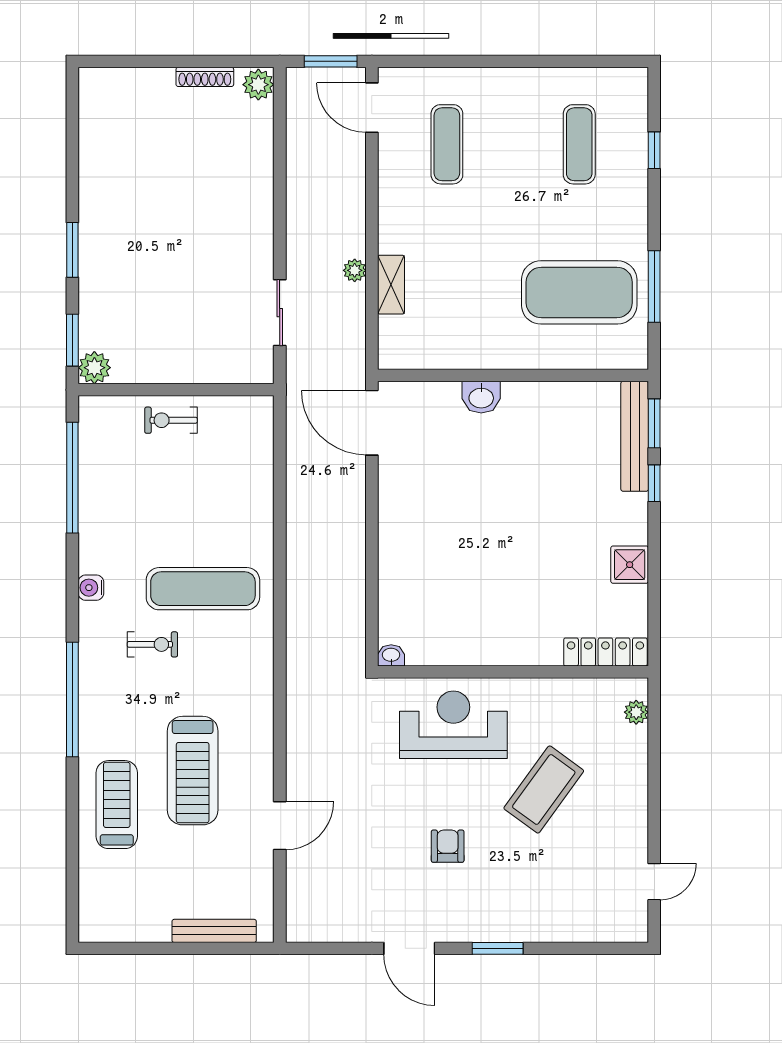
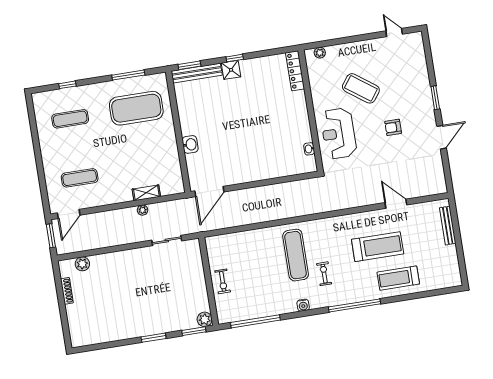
plant: (258, 85) -> (82, 264), moved
exercise mat: (579, 292) -> (136, 108), turned 90
window: (654, 483) -> (235, 58), moved
shower: (630, 565) -> (231, 70), moved
washbasin: (391, 655) -> (309, 149), moved

